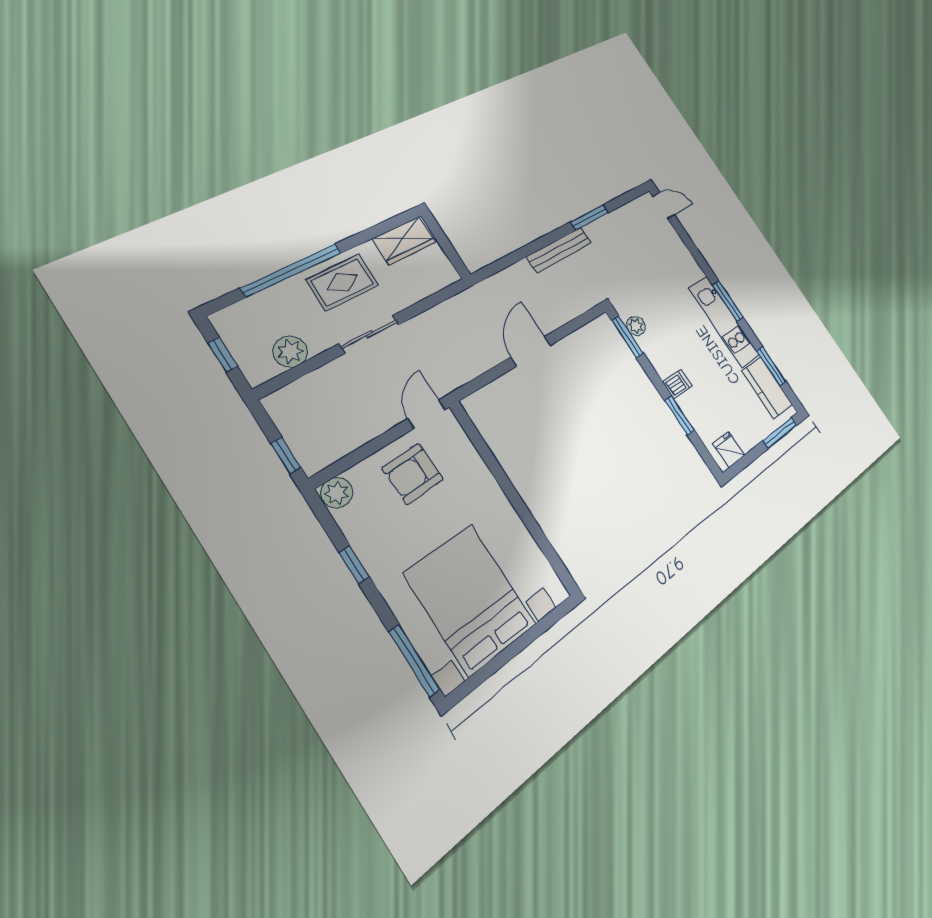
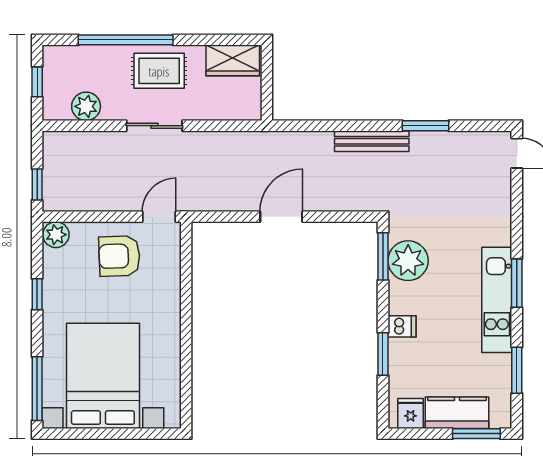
plant: (636, 326) -> (408, 261), width x1.88, depth x1.88
kitchen counter: (767, 388) -> (457, 413), moved, turned 90

